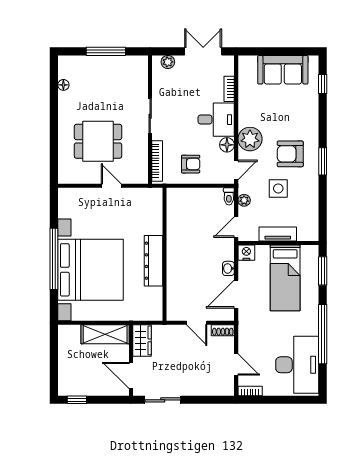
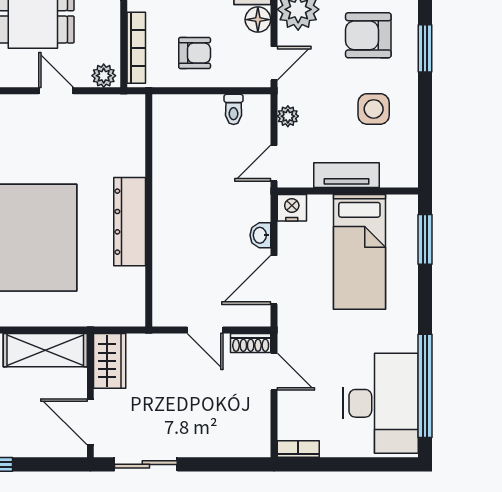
plant: (139, 177) -> (104, 76), added
side table: (278, 188) -> (374, 109), moved
toilet: (229, 196) -> (234, 109), moved
window: (323, 334) -> (425, 386), moved
door: (236, 365) -> (274, 372), moved

